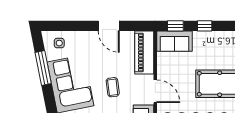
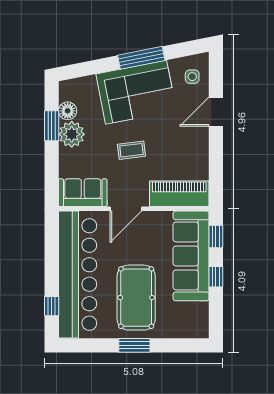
door: (109, 26) -> (216, 112), moved
sofa: (174, 41) -> (191, 256), width x1.85, depth x1.27
window: (43, 68) -> (141, 58), moved

